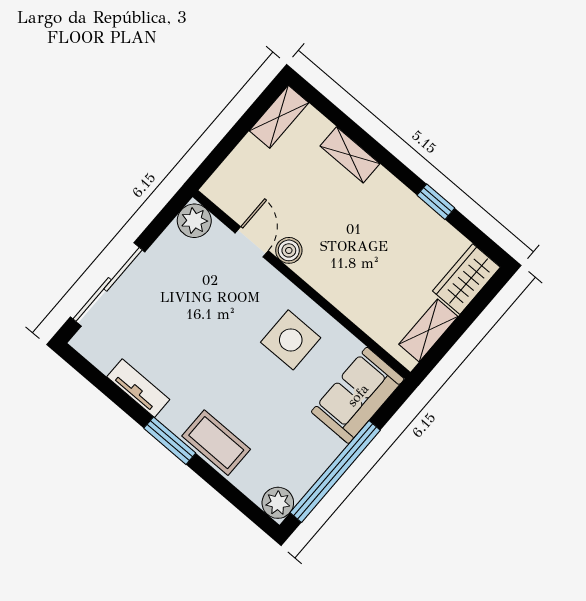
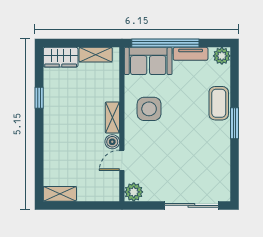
shelving: (350, 155) -> (112, 118), moved
tv unit: (138, 388) -> (191, 54), moved, turned -90
window: (335, 471) -> (165, 43), moved

